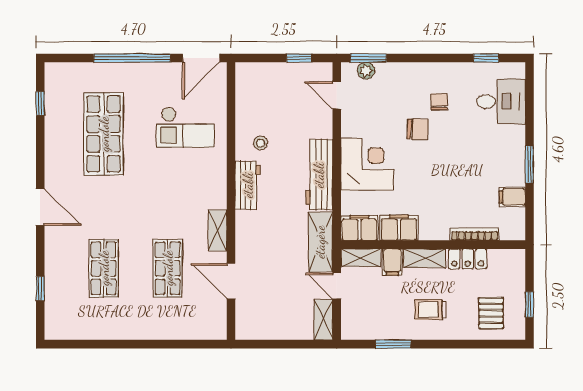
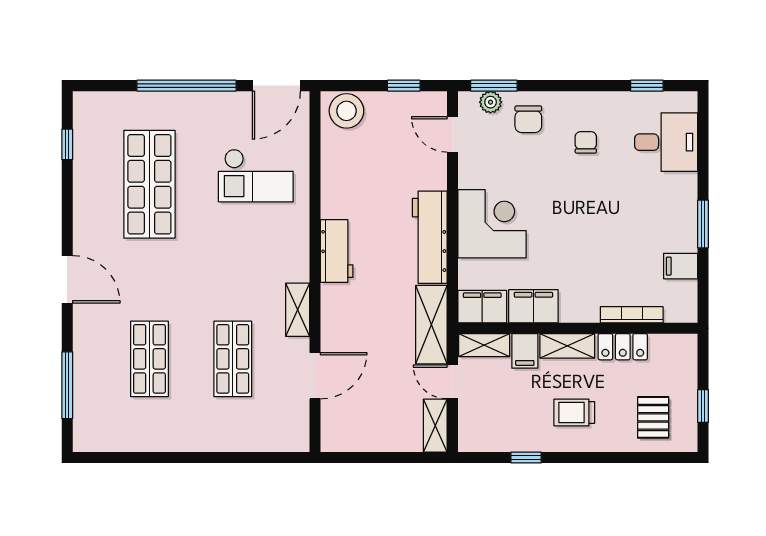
chair: (418, 129) -> (528, 119), moved, turned 88
stool: (261, 143) -> (346, 111), moved, width x1.89, depth x1.89
door: (231, 281) -> (315, 376), swing flipped
window: (40, 289) -> (67, 385), width x2.17
window: (393, 344) -> (526, 458), width x0.67

